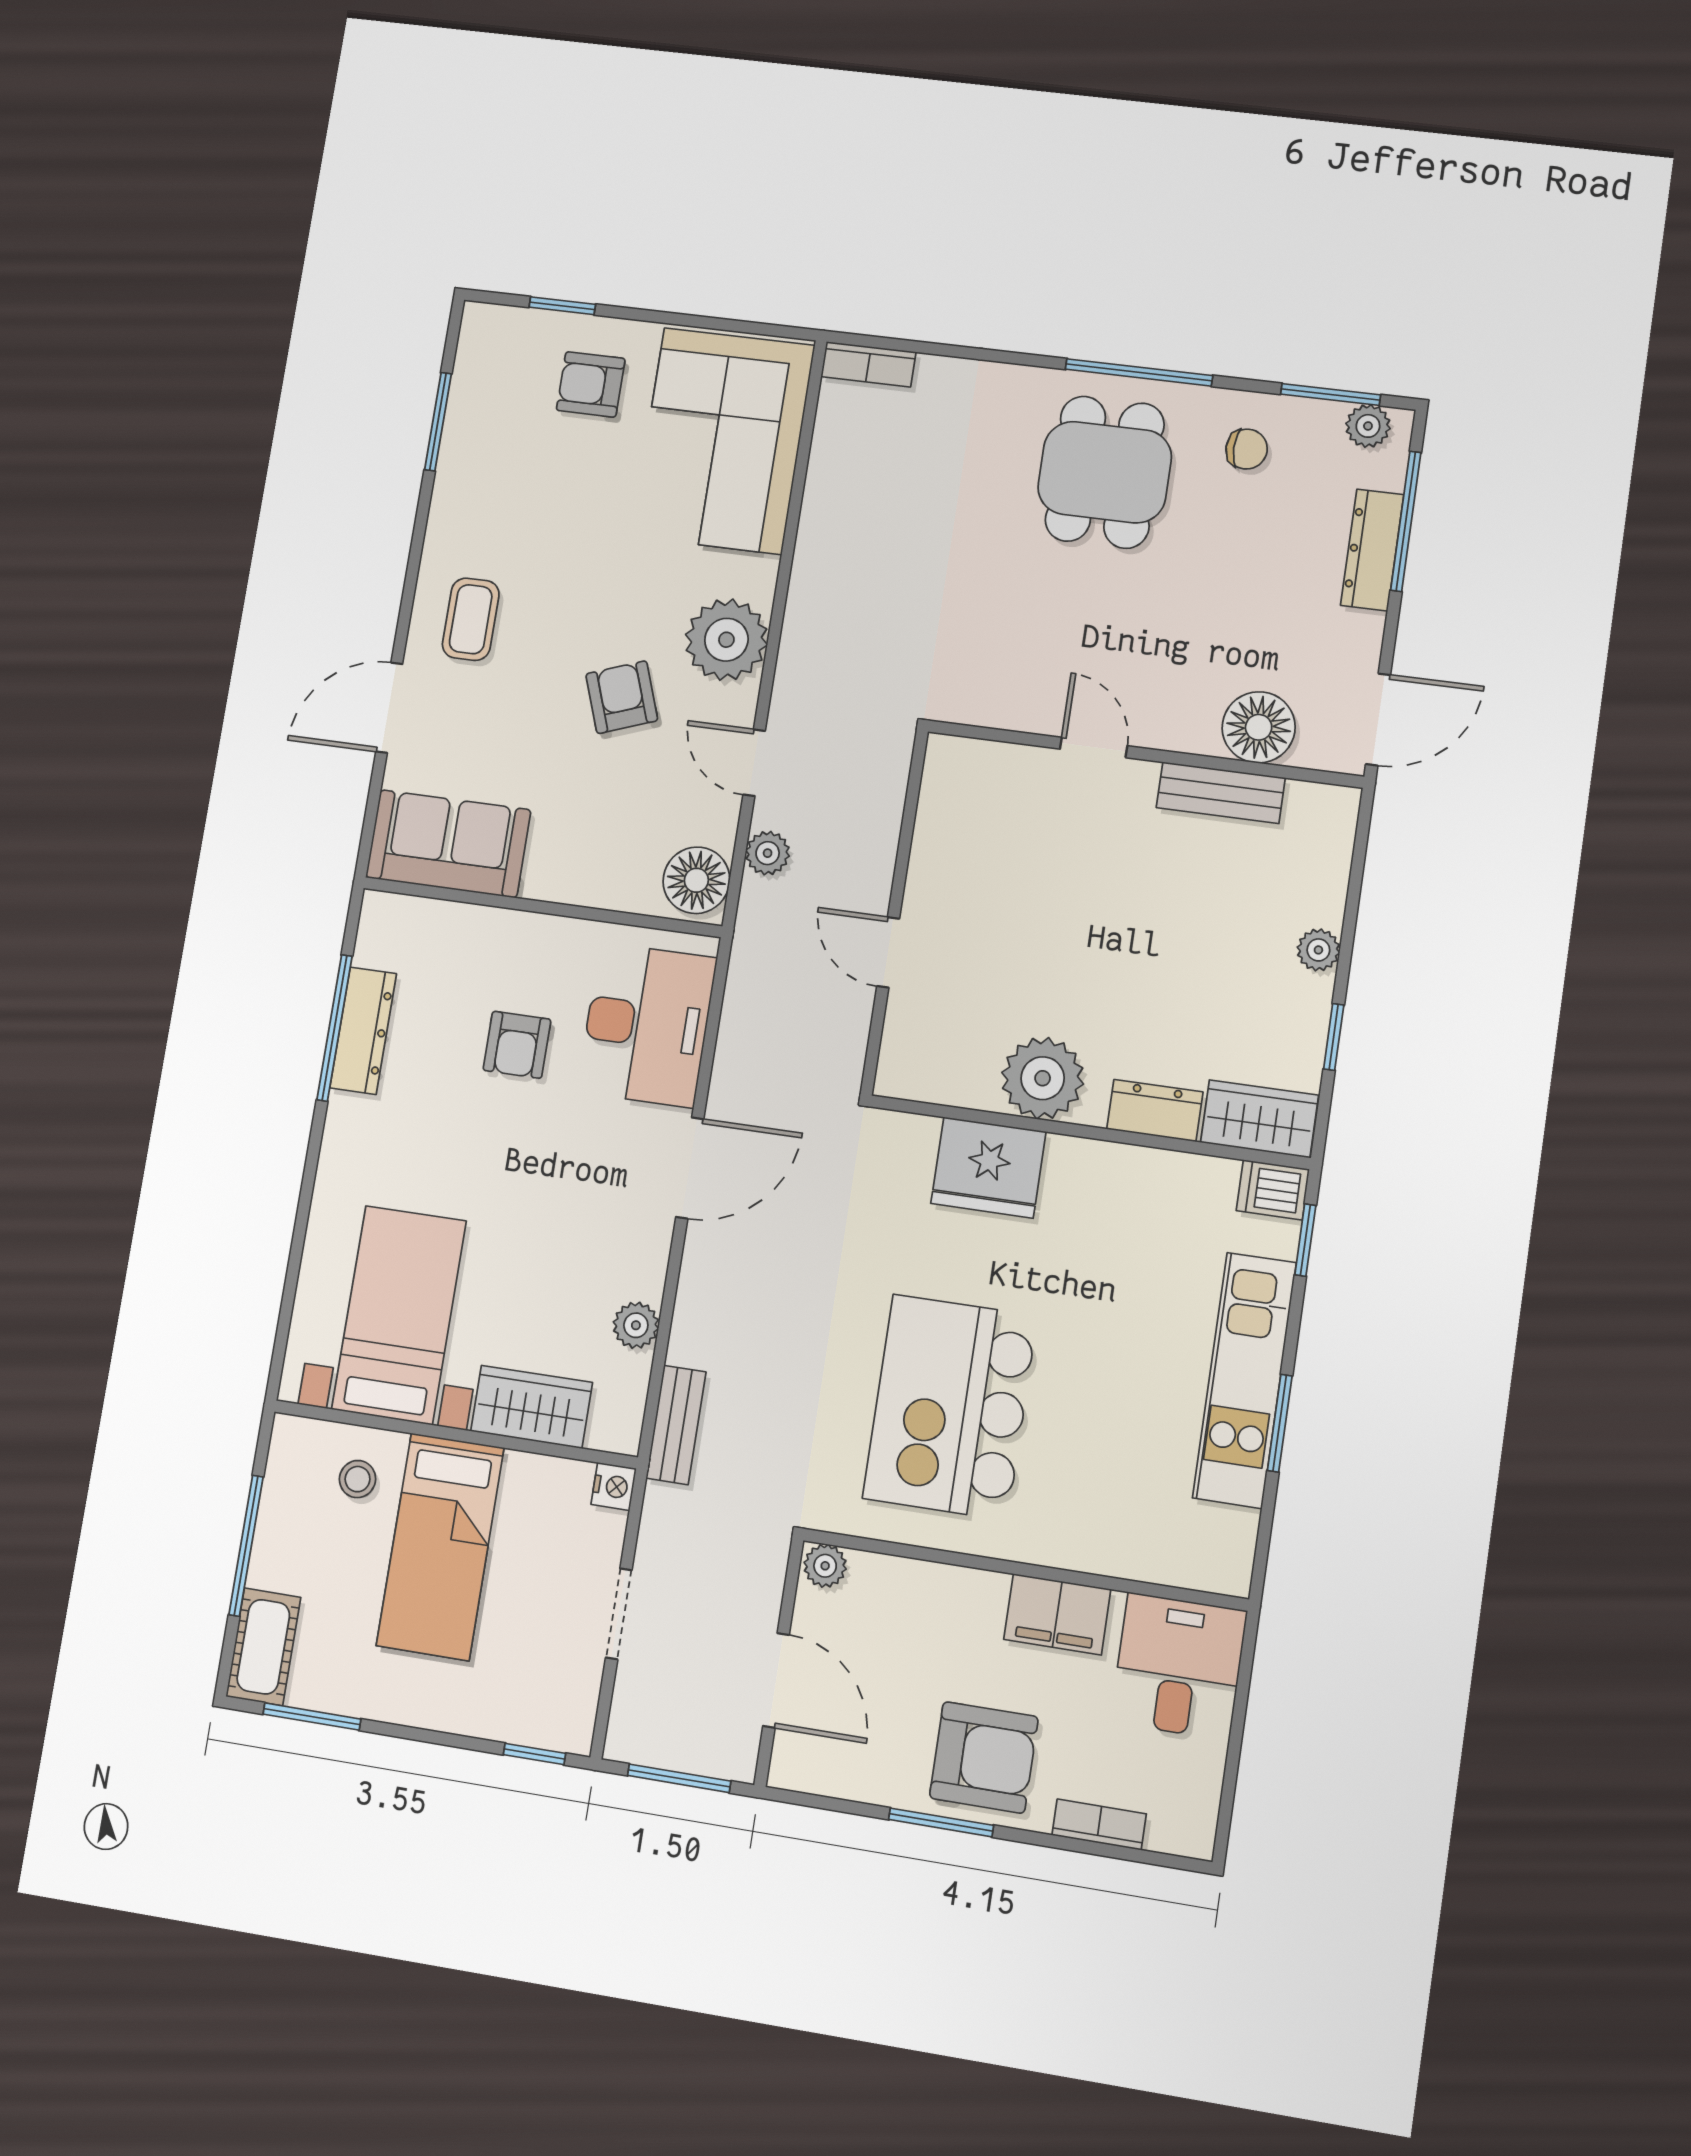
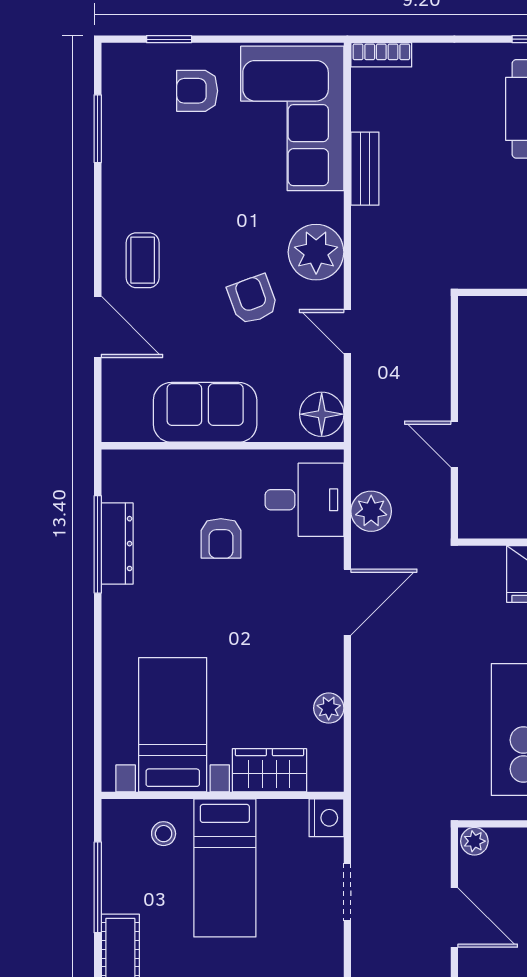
door: (389, 708) -> (98, 327), swing flipped
sofa: (448, 844) -> (205, 412), moved
plant: (768, 853) -> (371, 511), moved, width x1.38, depth x1.38
desk: (647, 1025) -> (304, 500), width x0.73
bench: (676, 1425) -> (365, 169), moved
nightstand: (614, 1486) -> (326, 818), width x1.39, depth x1.35

